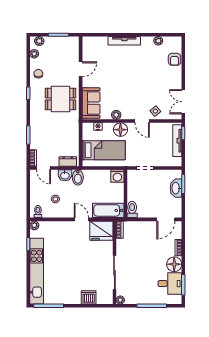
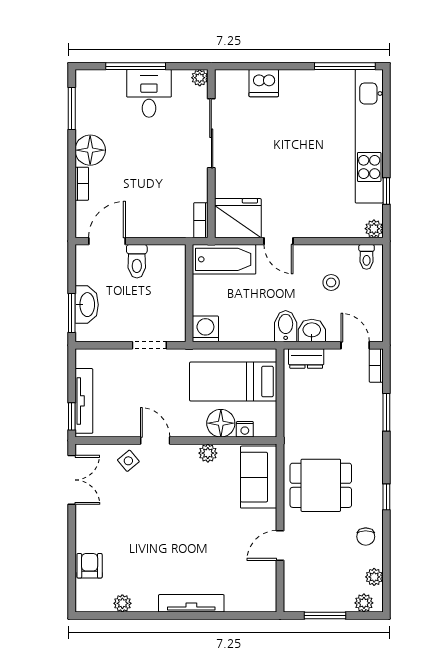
floor lamp: (120, 130) -> (221, 423), moved
toilet: (132, 209) -> (137, 261), moved
desk: (170, 284) -> (149, 93), moved, turned 90

